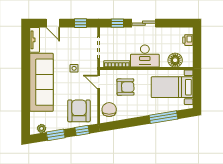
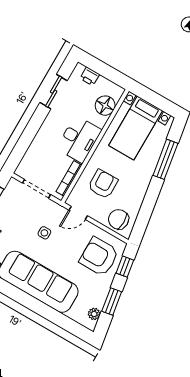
window: (117, 23) -> (20, 149), removed
sliding door: (144, 23) -> (54, 92), moved

